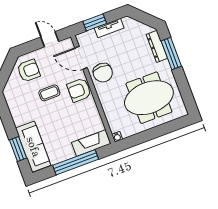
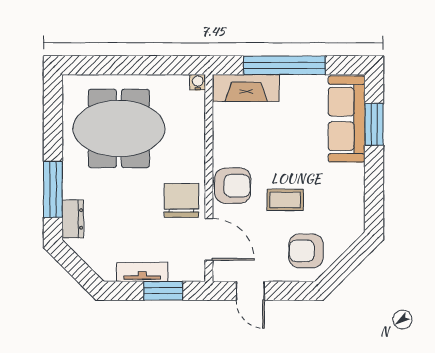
dresser: (157, 46) -> (73, 219), width x0.70

